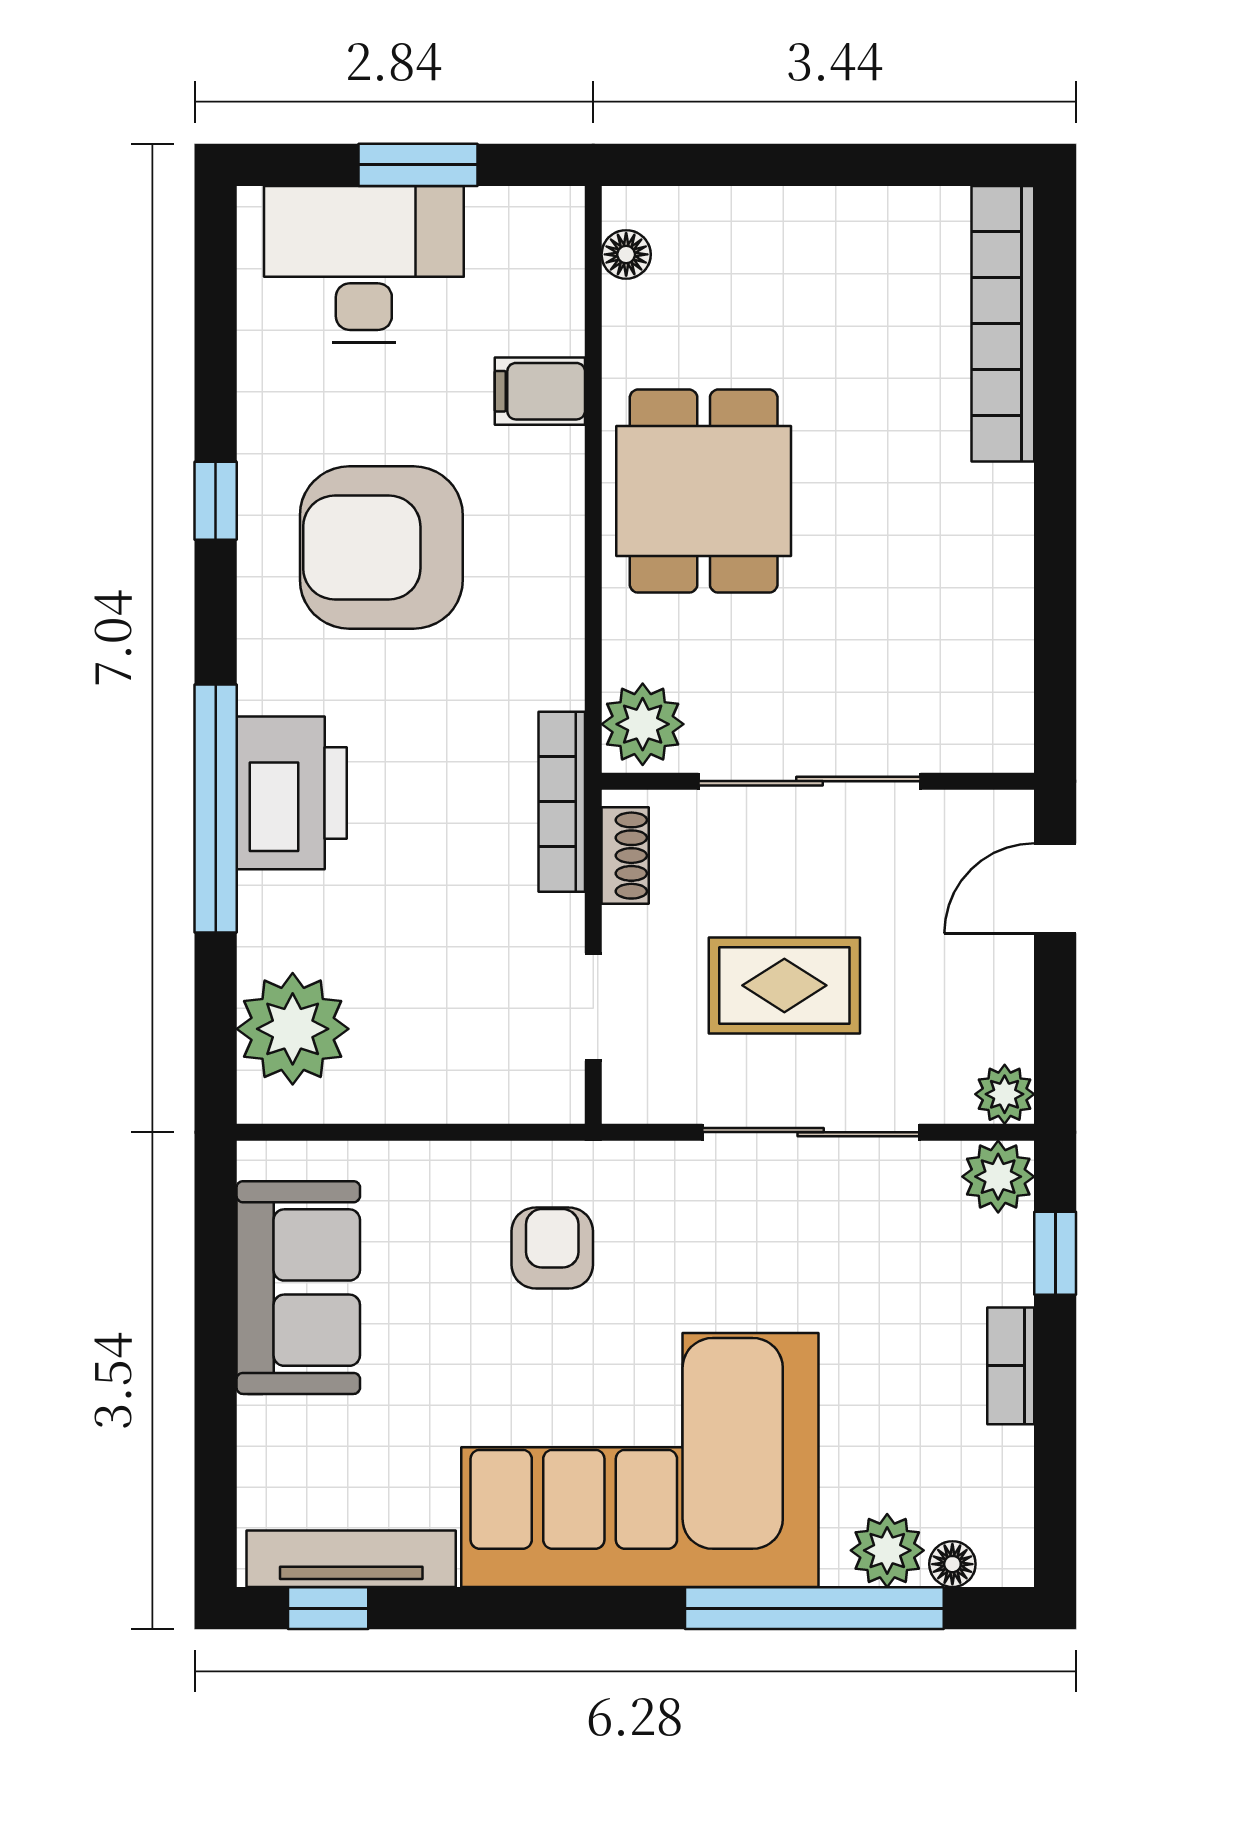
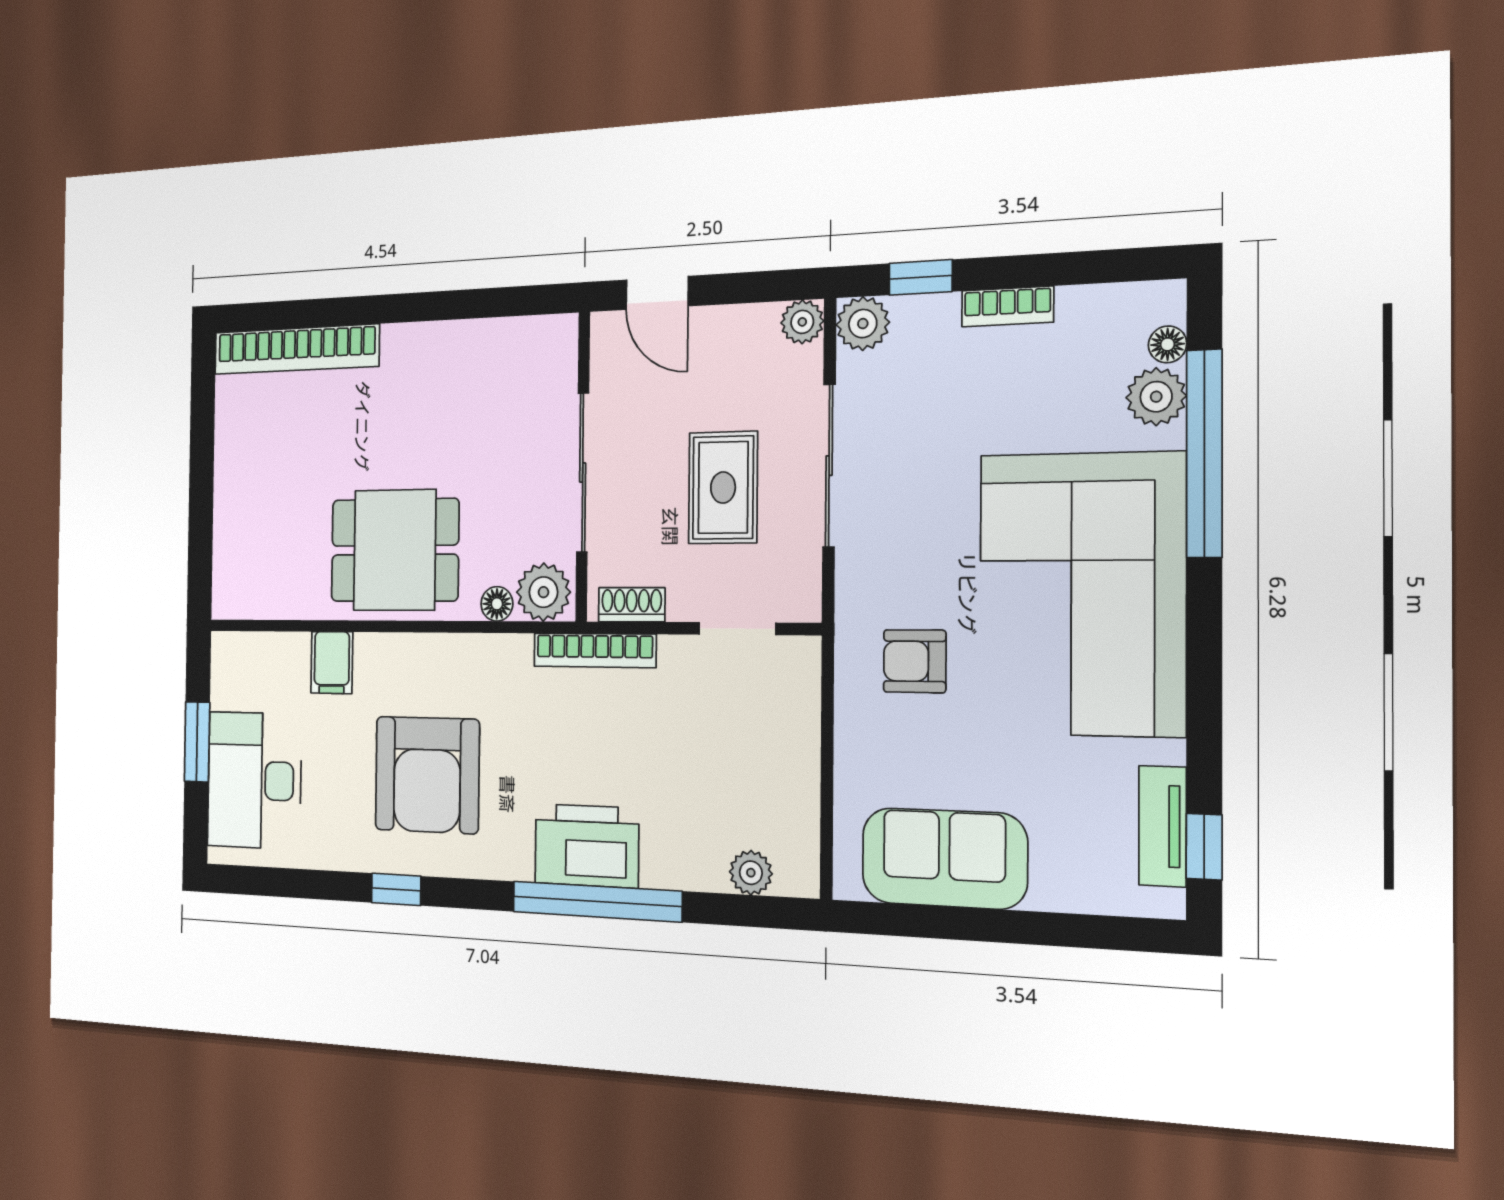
floor lamp: (626, 254) -> (497, 604), moved
plant: (293, 1029) -> (751, 873), width x0.53, depth x0.53
tv unit: (351, 1559) -> (1162, 826), width x0.71

